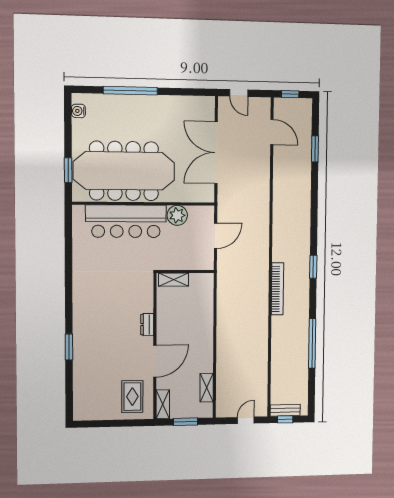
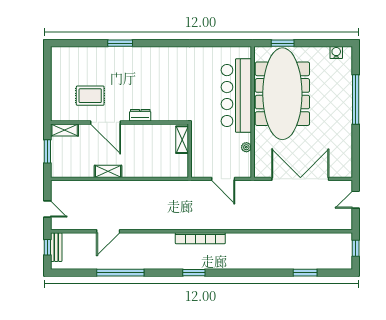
door: (272, 132) -> (108, 231), moved
plant: (177, 215) -> (246, 147), width x0.53, depth x0.53
bookcase: (277, 289) -> (200, 238), moved
shelving: (207, 388) -> (108, 171), moved
rug: (132, 397) -> (90, 96), moved

